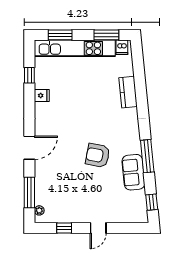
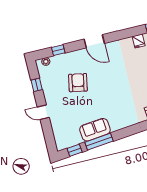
armchair: (98, 155) -> (78, 83), moved
window: (147, 156) -> (99, 142), moved
window: (29, 193) -> (58, 50), width x0.46

